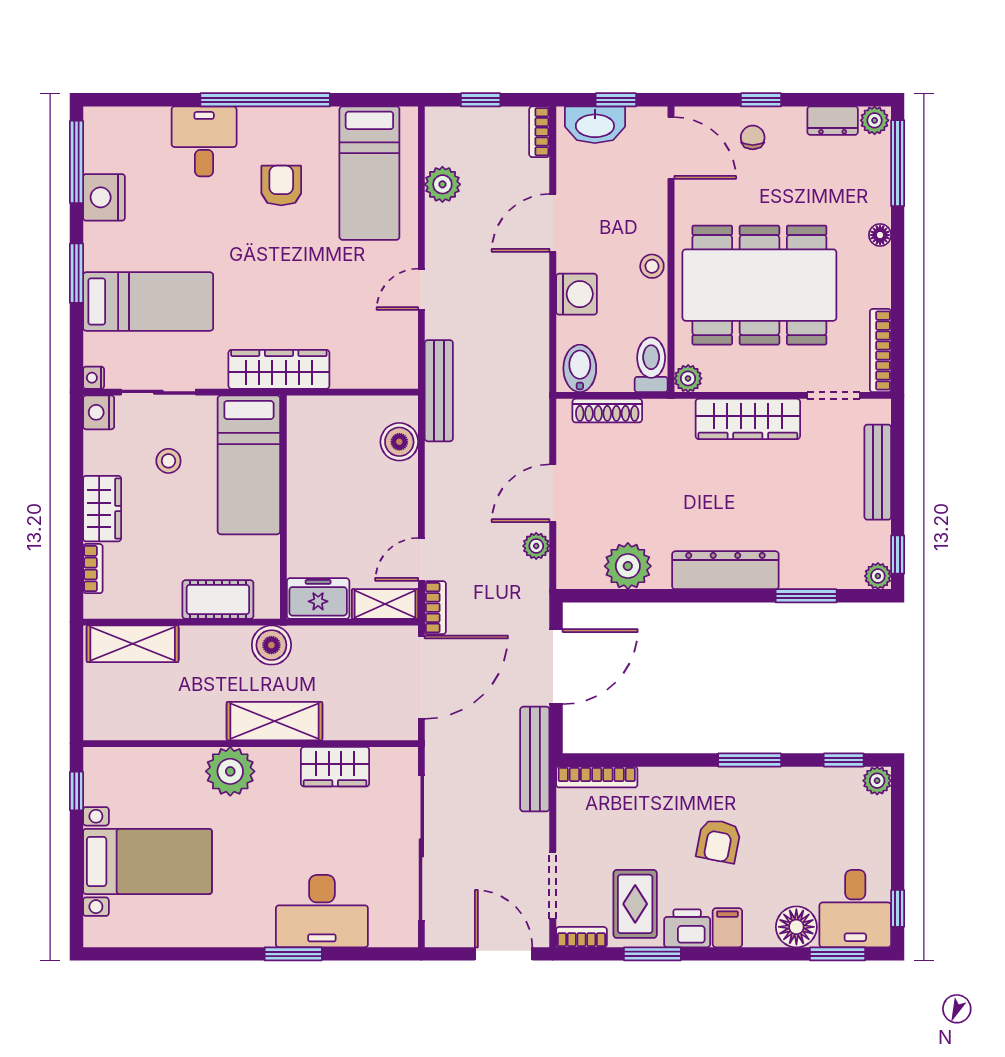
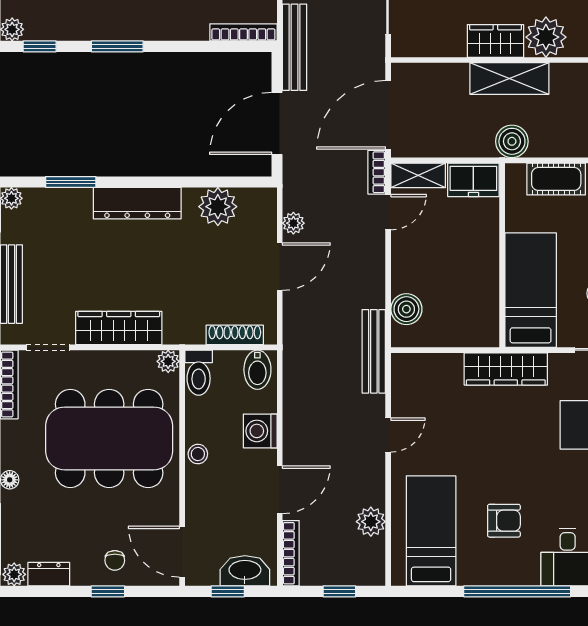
bookcase: (539, 132) -> (291, 553), width x1.56
armchair: (281, 185) -> (504, 521), turned -90
wardrobe: (335, 767) -> (495, 41), moved

